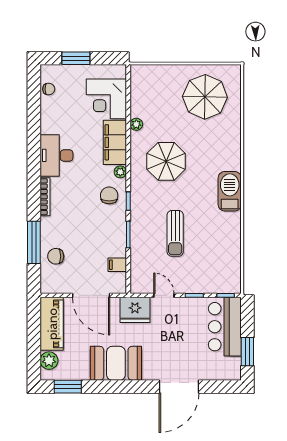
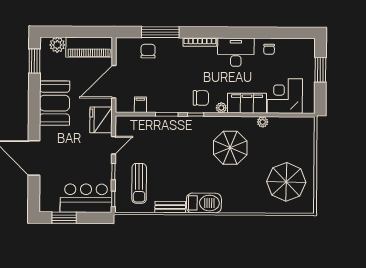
chair: (49, 89) -> (269, 49), moved
bench: (235, 230) -> (170, 207), added
sun lounger: (175, 233) -> (139, 183), moved, turned -90

